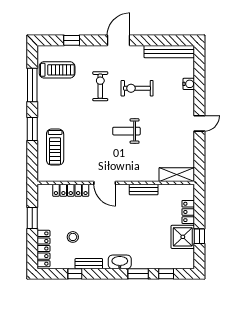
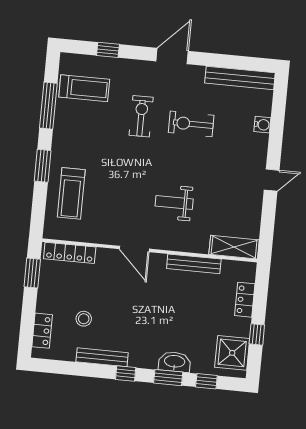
weight bench: (126, 131) -> (174, 203), moved
locker: (71, 190) -> (70, 253), moved
bench: (144, 190) -> (194, 264), width x1.36
window: (32, 218) -> (32, 273), moved
shower: (183, 237) -> (232, 353), moved
locker: (44, 249) -> (42, 331), width x0.66
washbasin: (120, 262) -> (175, 362), moved
bench: (89, 264) -> (102, 357), width x1.36
window: (75, 274) -> (126, 373), moved

